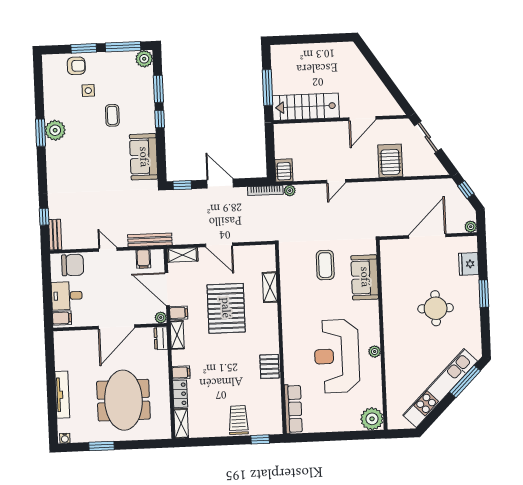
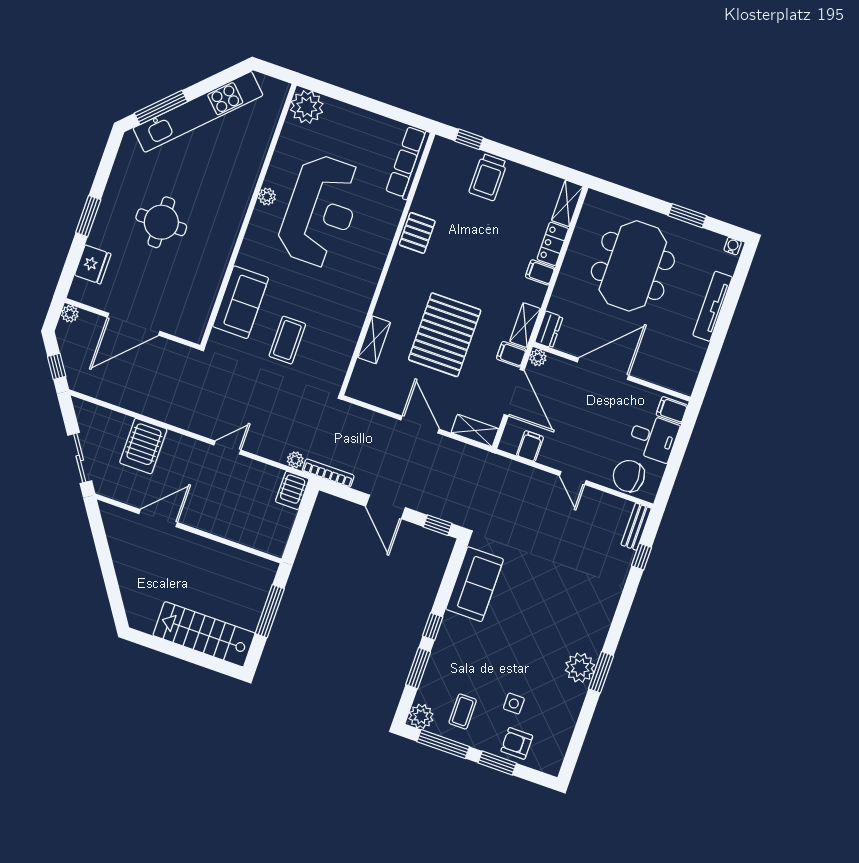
stairs: (306, 107) -> (204, 634), moved, turned 180
coffee table: (112, 115) -> (463, 711), moved
bench: (150, 240) -> (511, 469), removed

